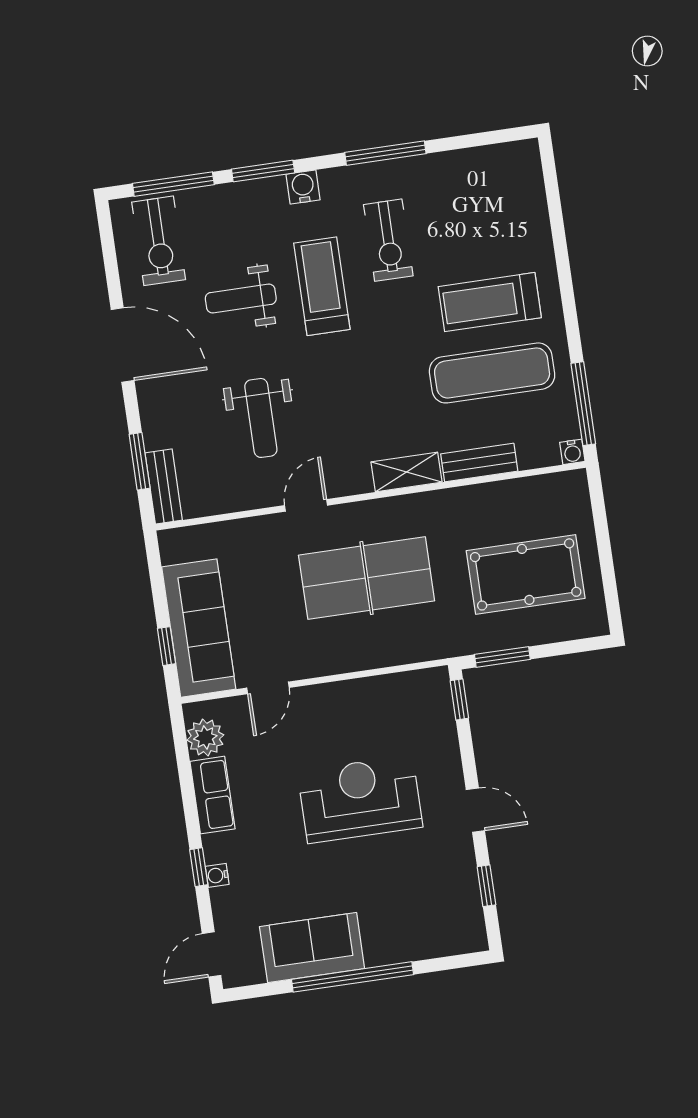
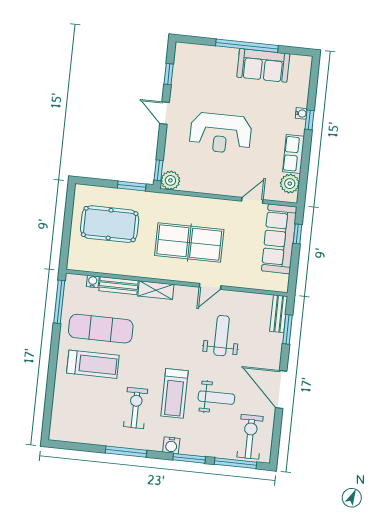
water cooler: (572, 452) -> (93, 281), moved
plant: (432, 686) -> (170, 180), added
door: (211, 954) -> (314, 75), removed

